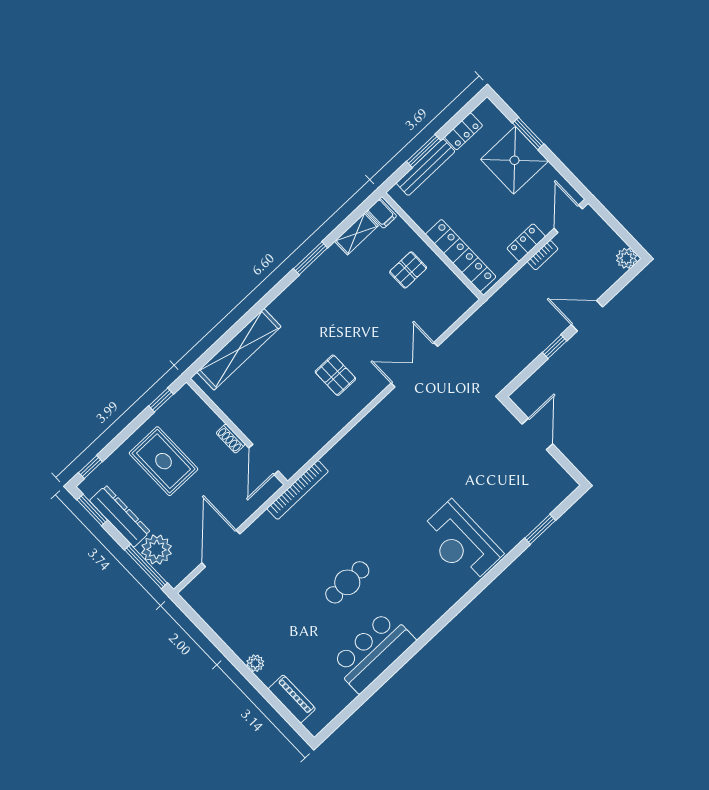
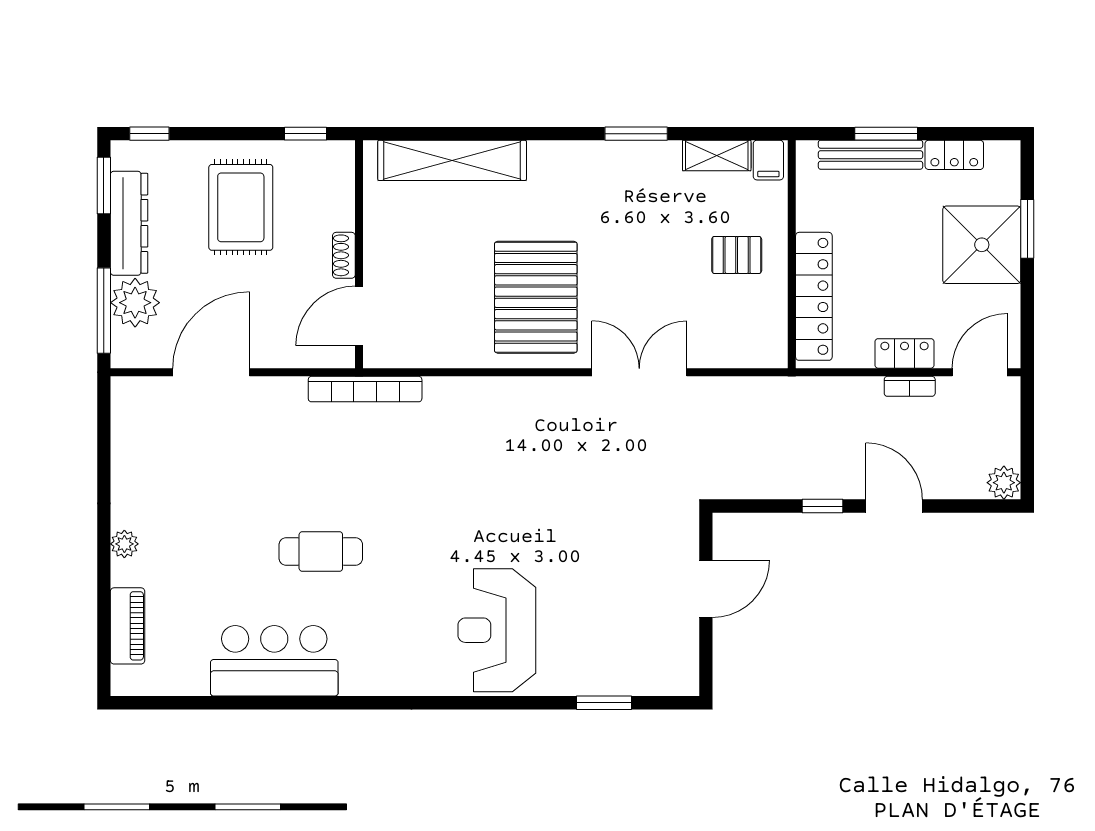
pallet: (335, 375) -> (536, 297), width x2.05, depth x2.00

